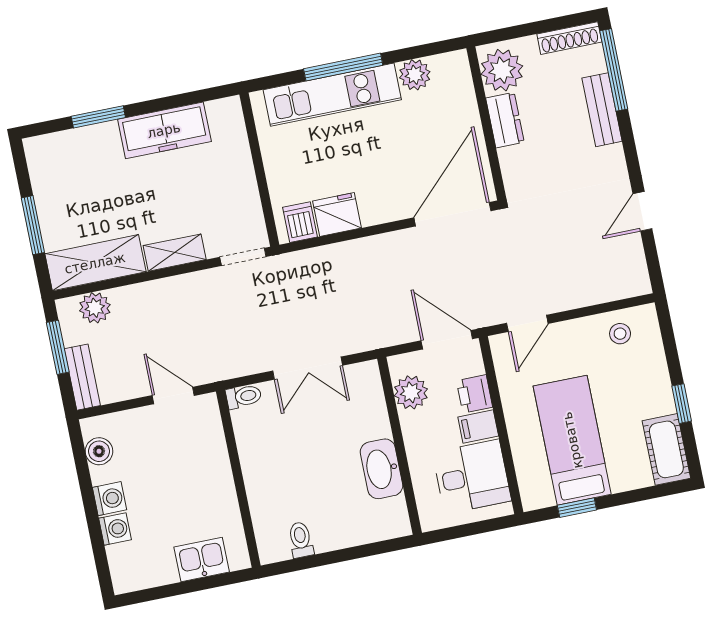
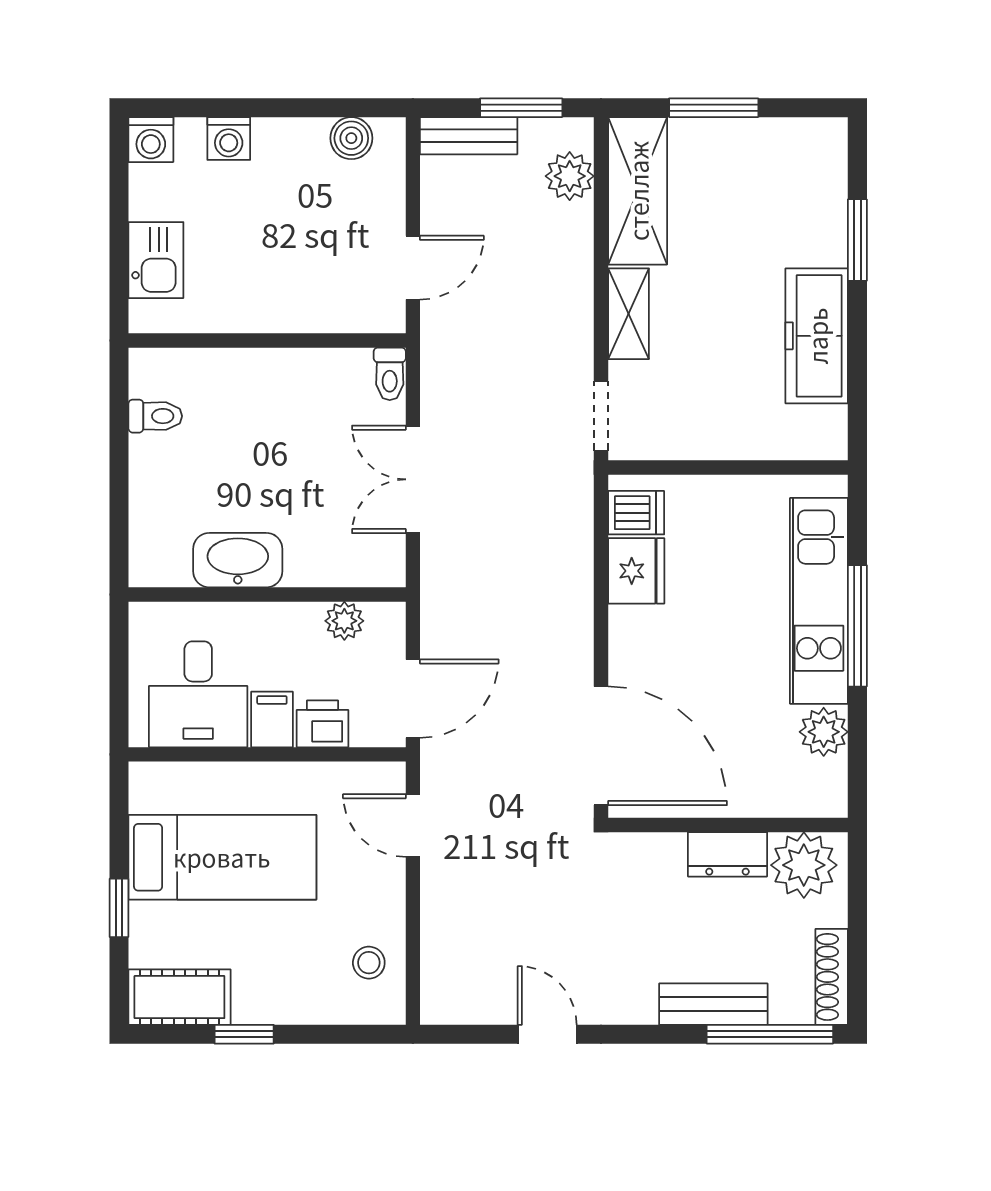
plant: (411, 392) -> (344, 621), width x0.73, depth x0.73
washing machine: (110, 499) -> (151, 140), moved
window: (577, 508) -> (119, 908), moved

